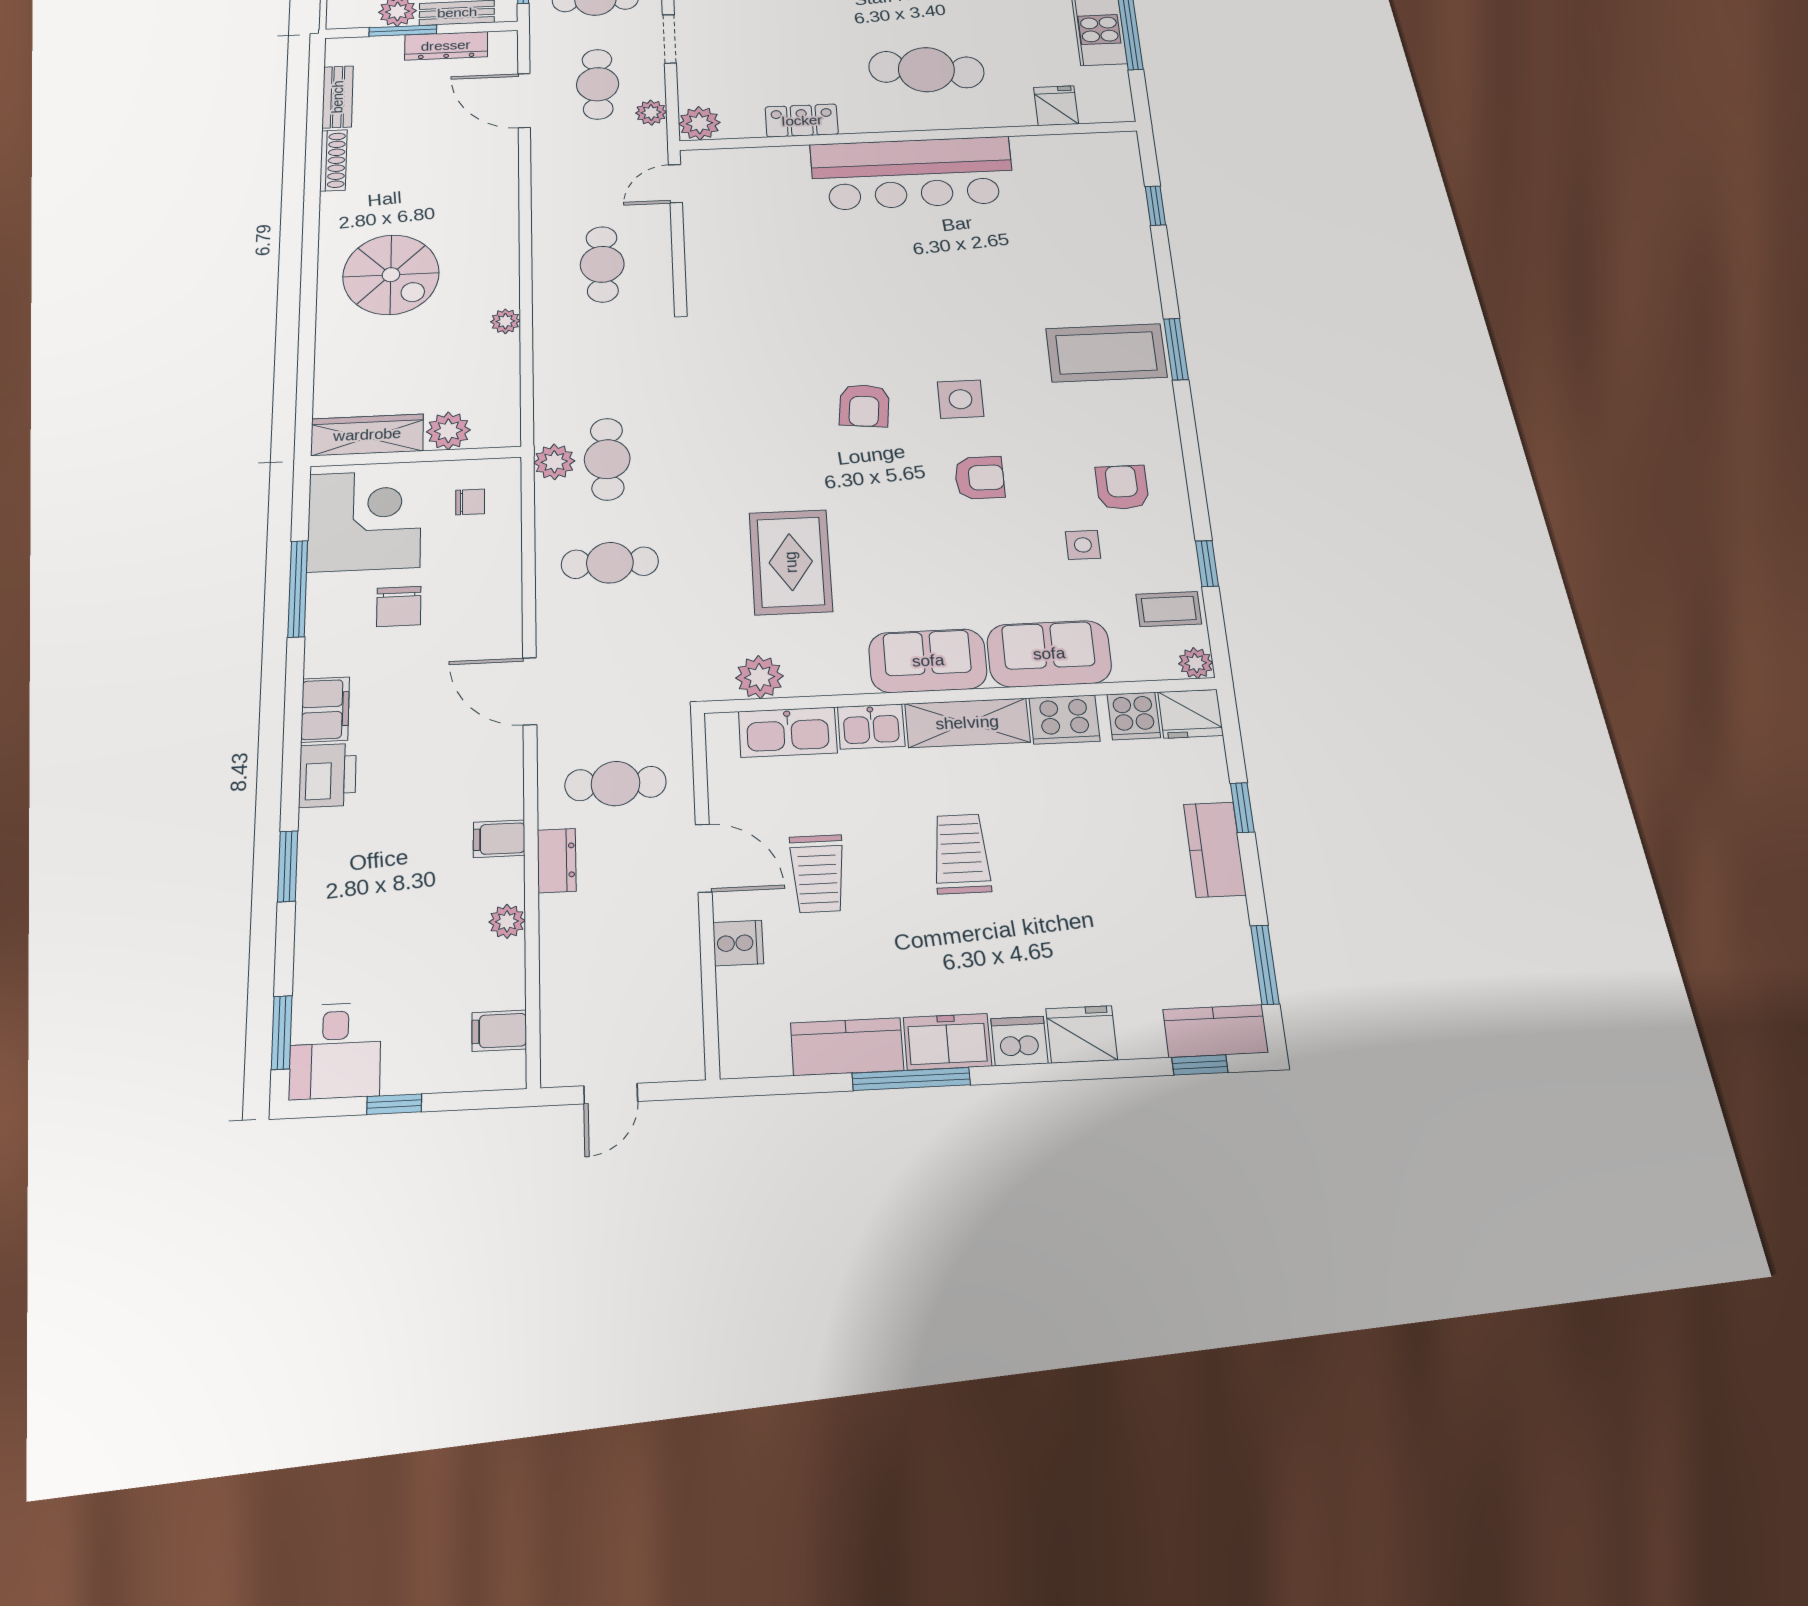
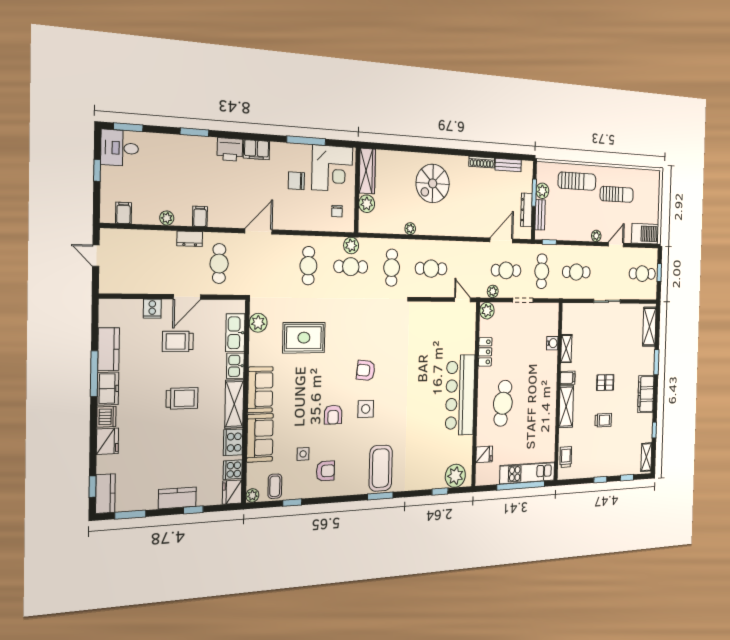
plant: (1114, 171) -> (455, 476), added
cafe table: (605, 360) -> (392, 268), added

